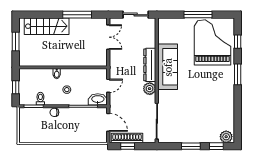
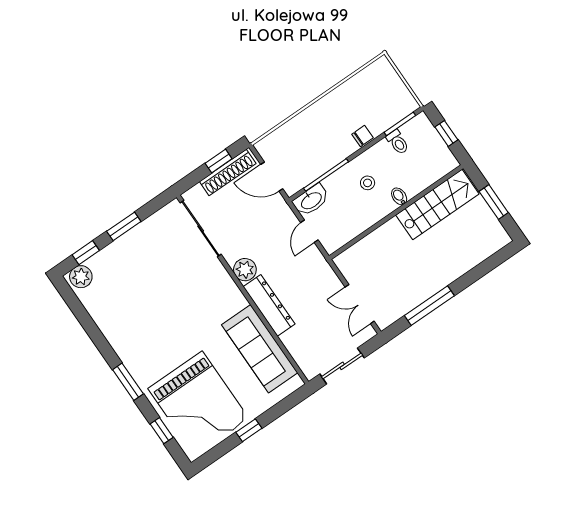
window: (198, 15) -> (249, 430), width x0.46
stairs: (47, 26) -> (437, 205), moved, turned 180
sofa: (168, 67) -> (260, 349), moved

